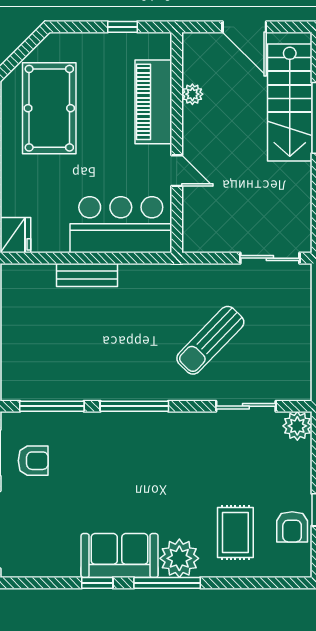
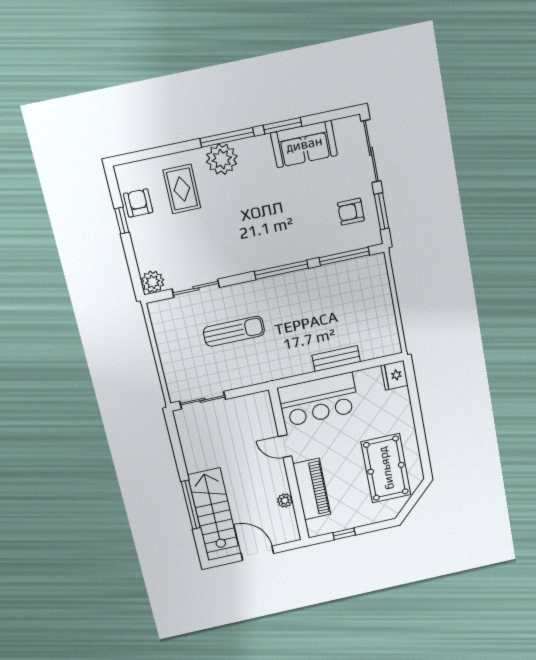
sun lounger: (210, 340) -> (234, 331), turned 46
sofa: (120, 556) -> (304, 144), moved
window: (97, 583) -> (283, 126), width x1.50

